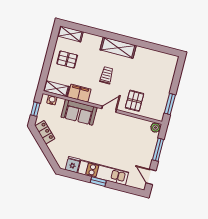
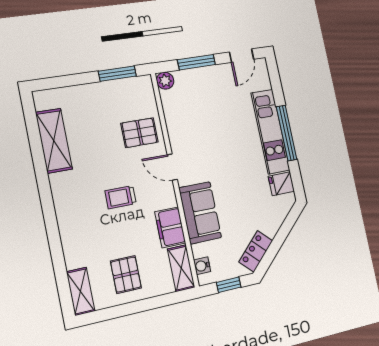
shelving: (118, 48) -> (54, 141), moved
window: (98, 182) -> (287, 133), width x2.17

